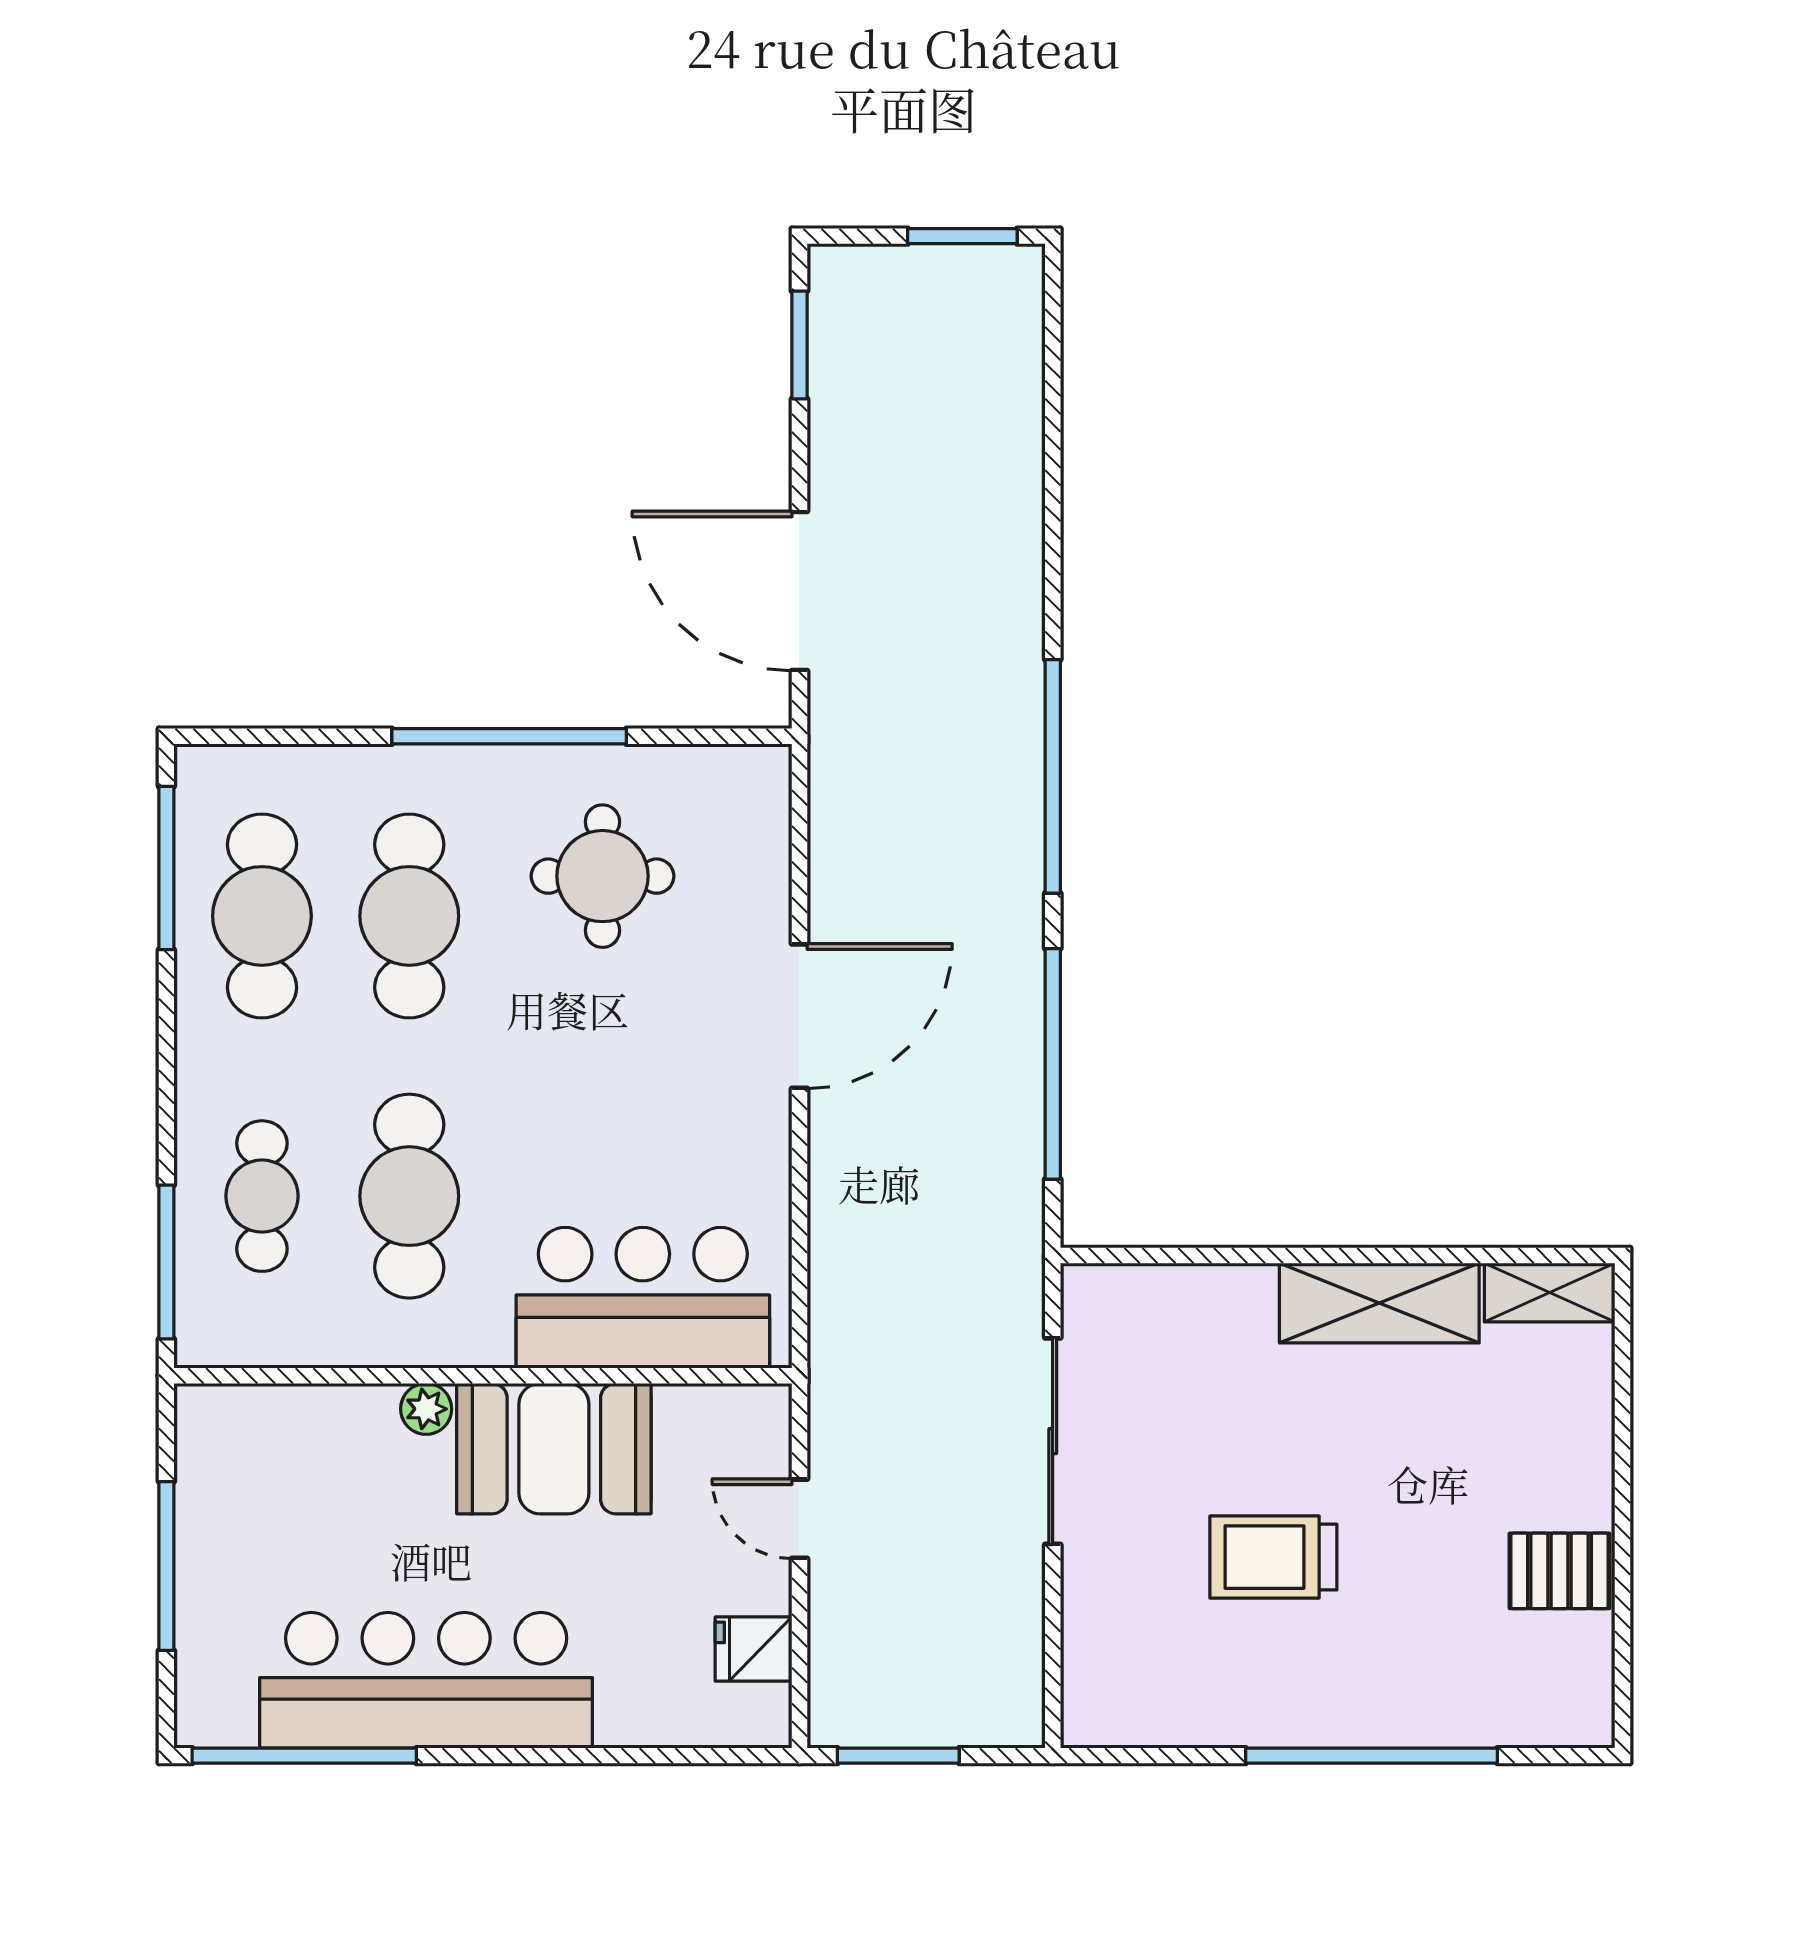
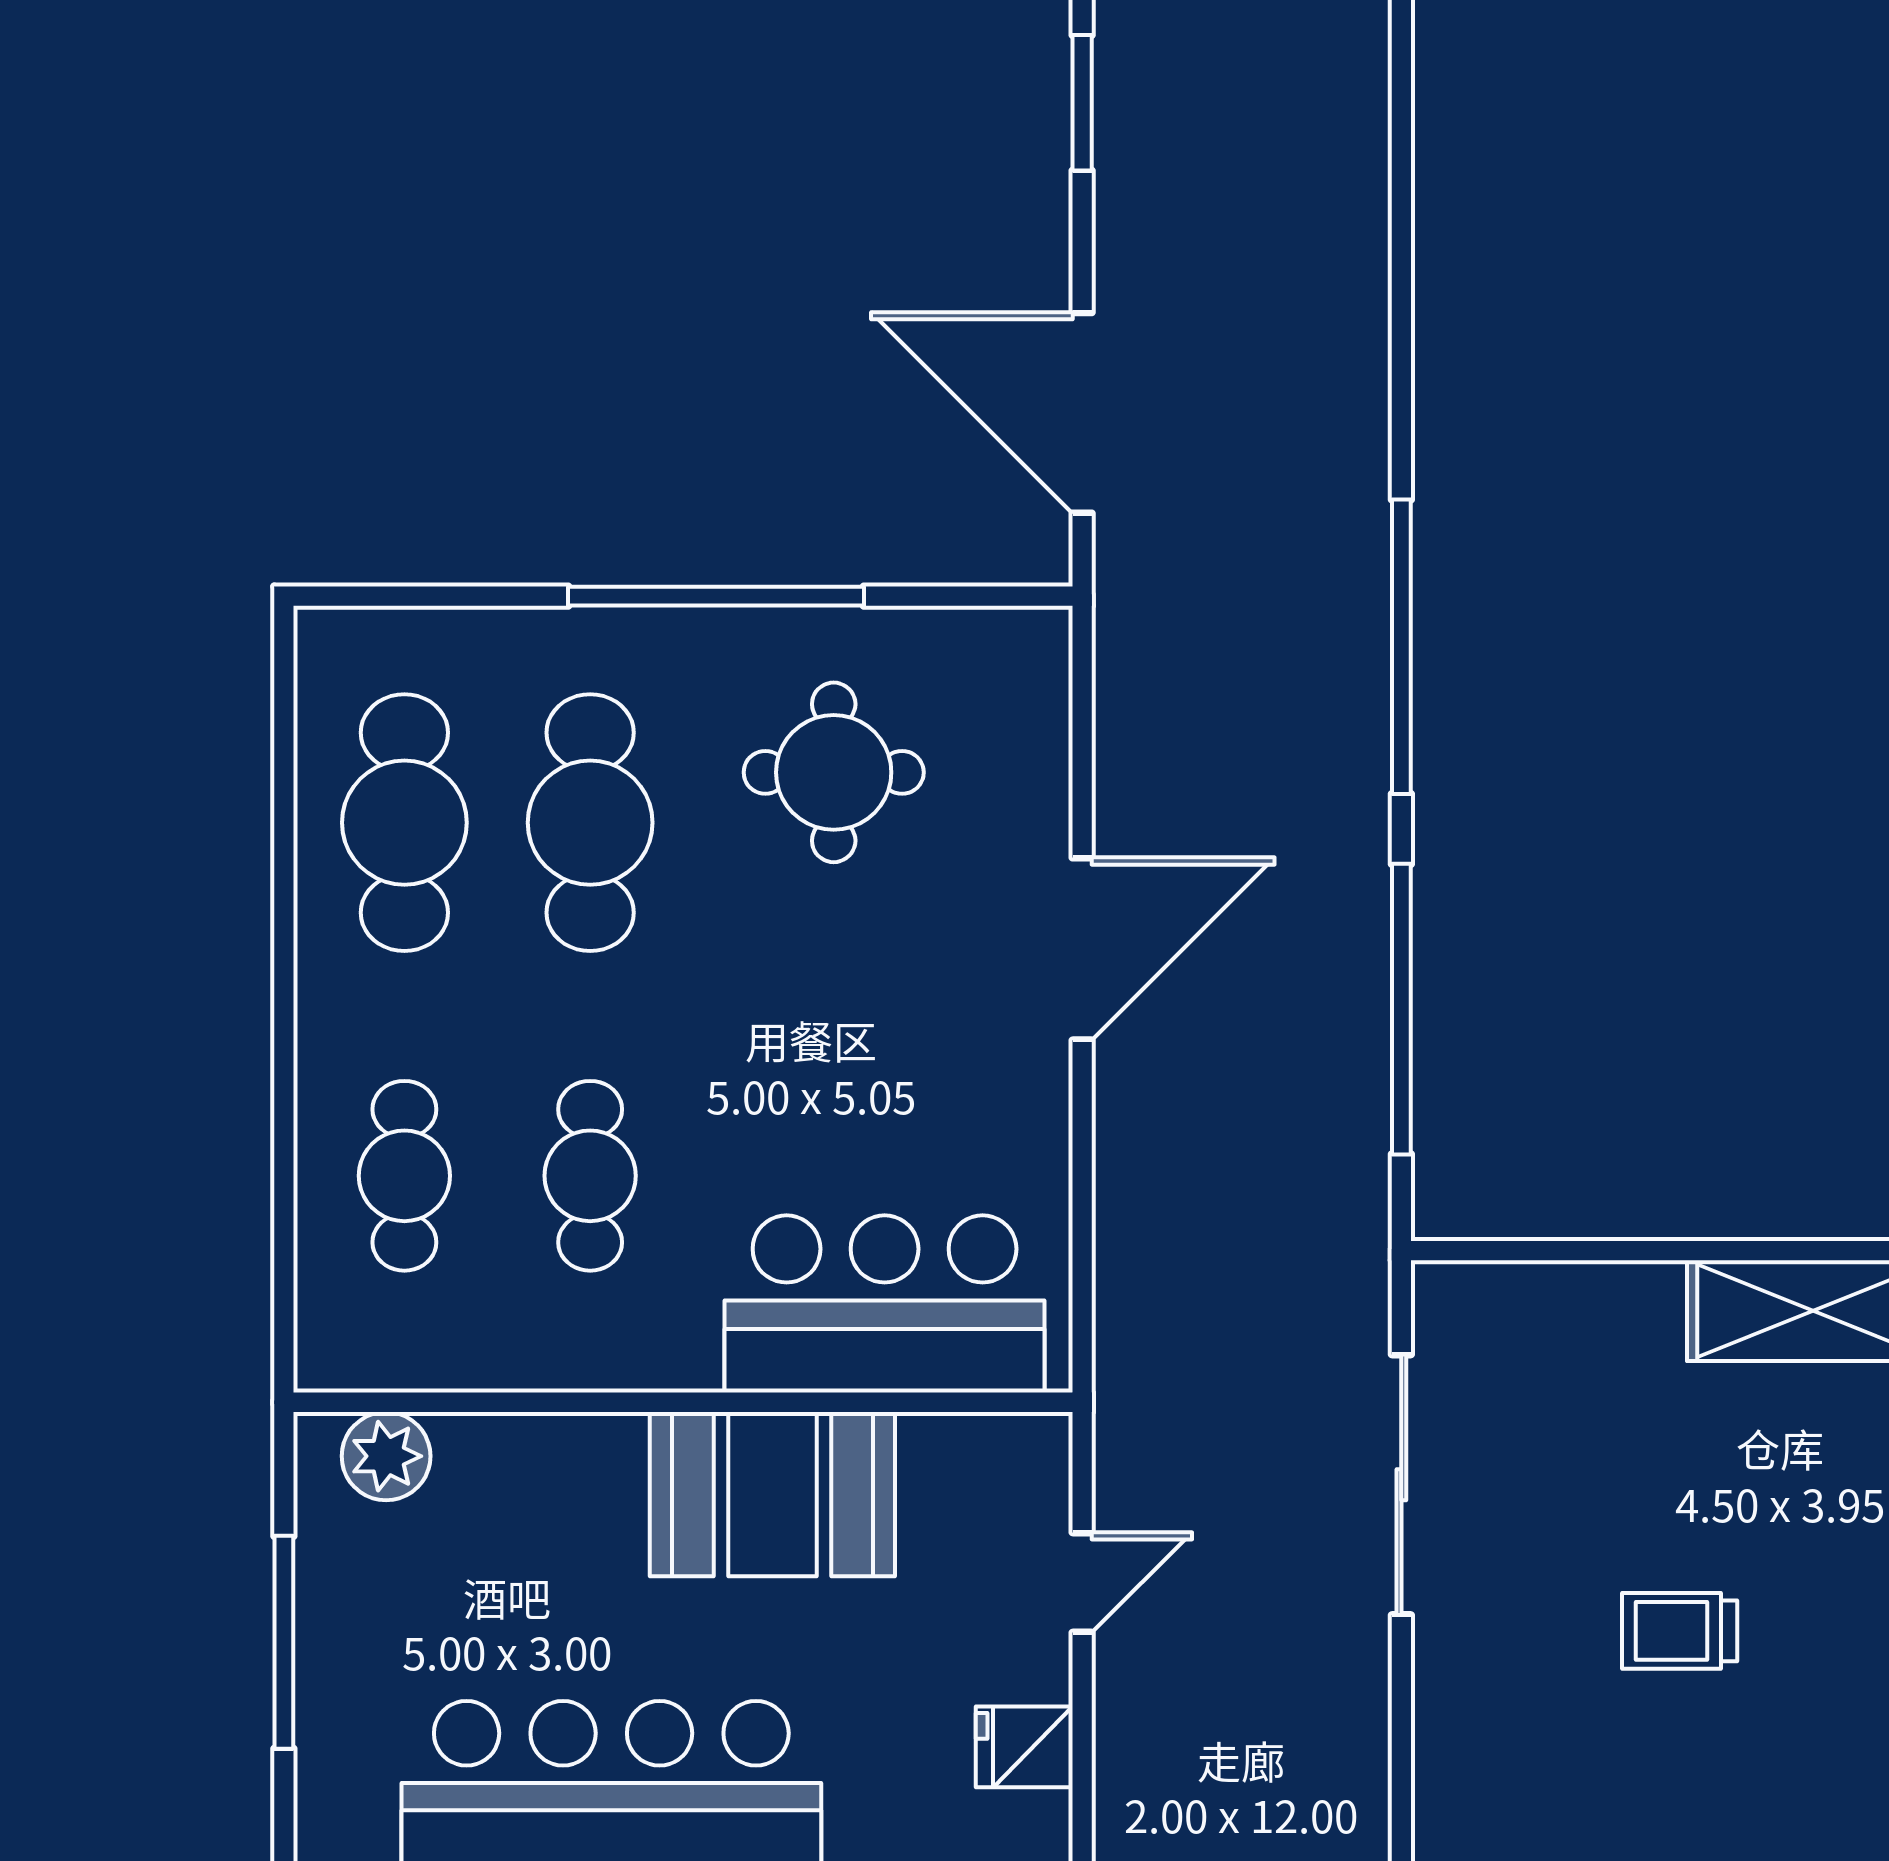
window: (166, 868) -> (284, 762), removed
cafe table: (409, 1196) -> (590, 1176), width x0.73, depth x0.74
window: (166, 1262) -> (284, 1259), removed
plant: (426, 1409) -> (386, 1456), moved, width x1.38, depth x1.38
door: (799, 1519) -> (1082, 1583), swing flipped
trolley: (1273, 1557) -> (1680, 1631), width x0.73, depth x0.72

